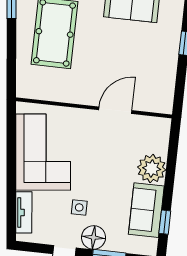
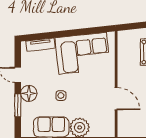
side table: (79, 207) -> (61, 96), moved

